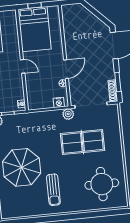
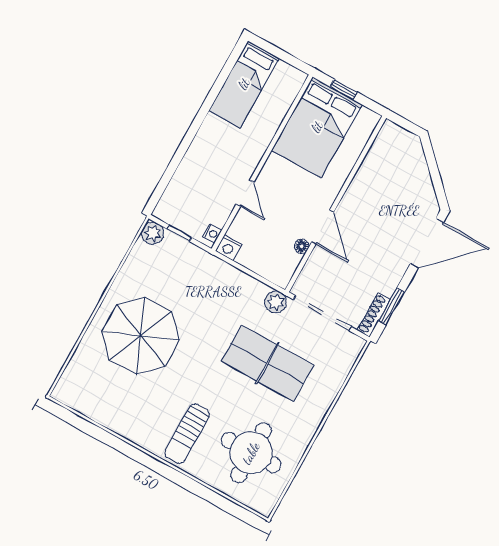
door: (23, 66) -> (245, 193), moved
door: (66, 69) -> (323, 227), hinge flipped
nightstand: (59, 102) -> (229, 248), moved
sun lounger: (53, 190) -> (187, 434), moved

